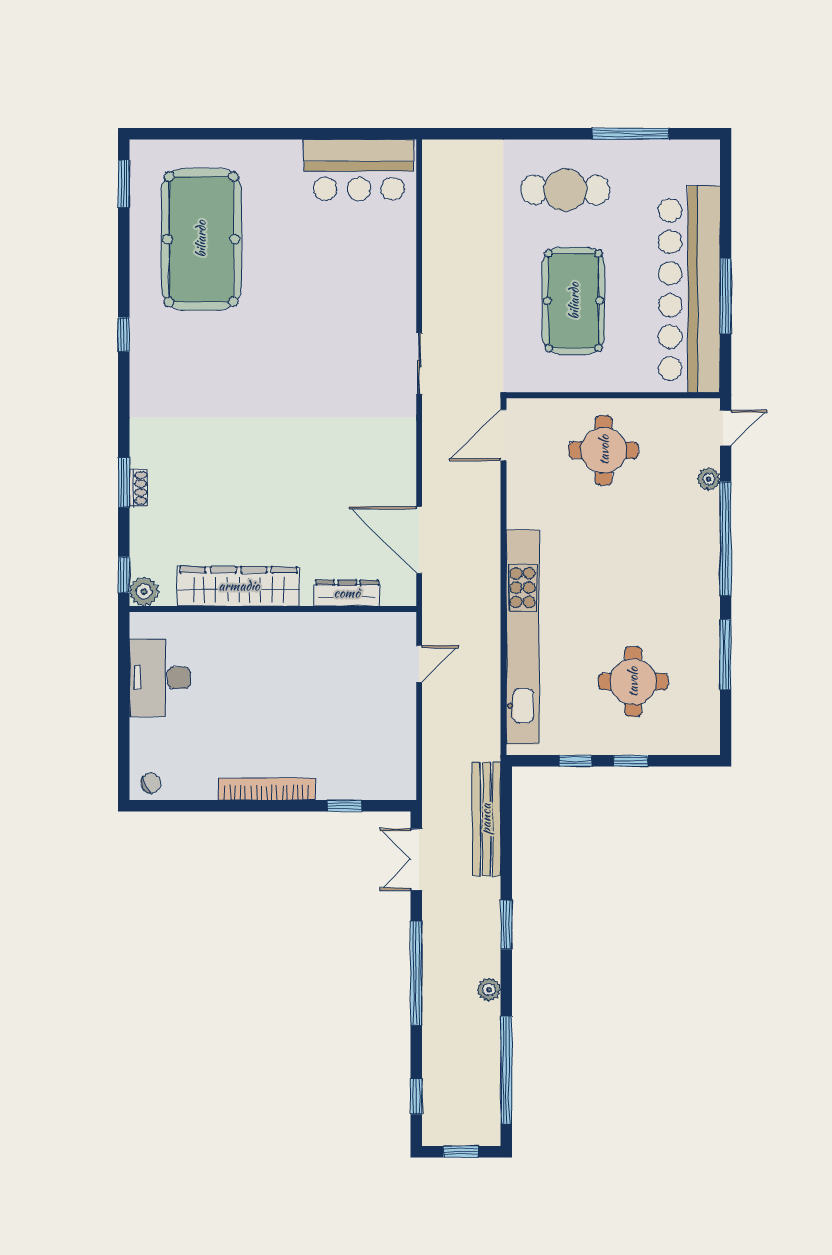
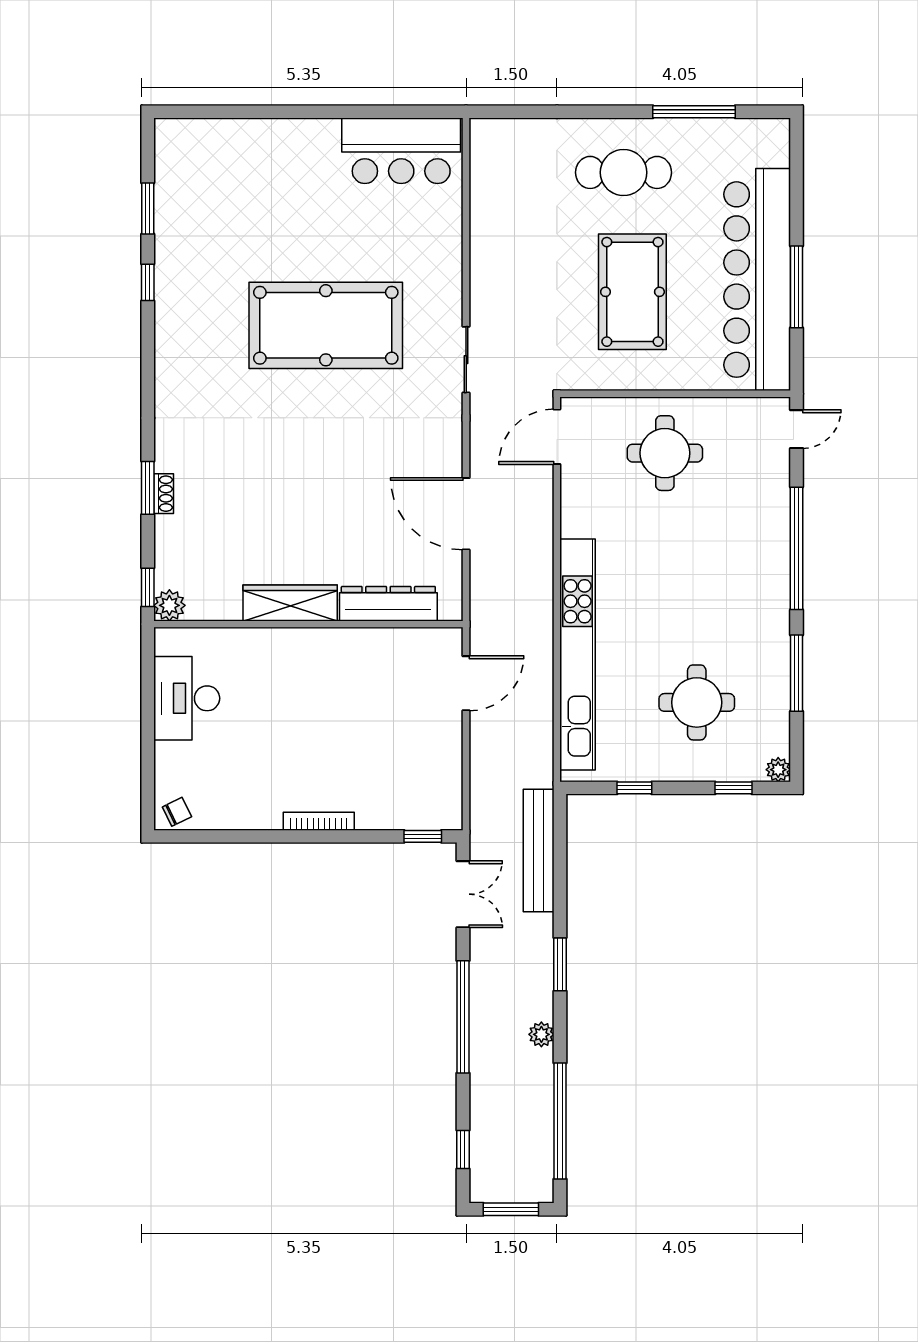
window: (124, 184) -> (148, 208), moved
pool table: (201, 239) -> (326, 325), moved, turned 90
window: (124, 335) -> (148, 282), moved
plant: (709, 479) -> (778, 770), moved
door: (419, 540) -> (466, 514), moved
wardrobe: (239, 586) -> (290, 603), width x0.71, depth x0.85
dresser: (347, 593) -> (388, 604), width x1.37, depth x1.24
door: (419, 664) -> (466, 683), width x1.38
window: (631, 761) -> (734, 788), moved
bookcase: (267, 789) -> (319, 821), width x0.68, depth x0.76
window: (345, 806) -> (423, 836), moved
double door: (416, 859) -> (463, 894), swing flipped
window: (461, 1152) -> (511, 1209), width x1.50

